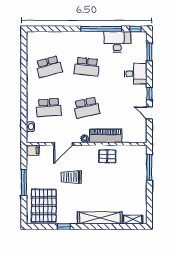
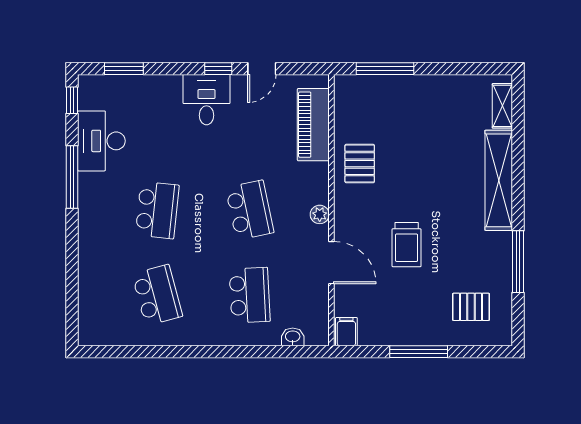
window: (101, 29) -> (72, 177), width x0.68
desk: (136, 74) -> (207, 100), moved
piano: (106, 136) -> (313, 125), moved
pallet: (44, 206) -> (471, 307), width x0.49, depth x0.50
window: (64, 227) -> (518, 262), width x2.17

